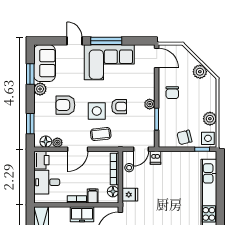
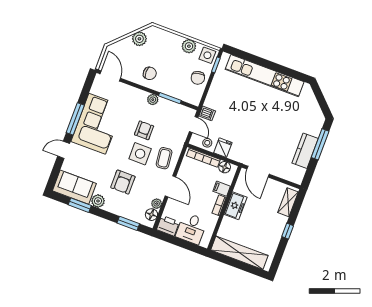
door: (157, 58) -> (110, 76), hinge flipped
fridge: (130, 195) -> (223, 148), moved

